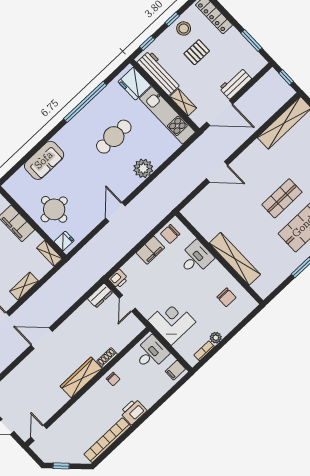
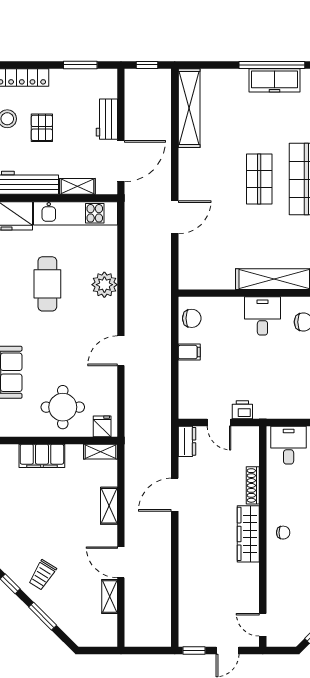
door: (115, 212) -> (121, 351), hinge flipped
chair: (170, 234) -> (192, 318), turned -90
filing cabinet: (150, 250) -> (189, 352), width x0.50
desk: (196, 258) -> (262, 316), moved
printer: (118, 279) -> (242, 410), moved, turned -90
corner desk: (172, 321) -> (277, 396), removed
door: (42, 338) -> (175, 495), moved
shoe rack: (107, 358) -> (253, 485), width x1.43
chair: (113, 379) -> (283, 533), moved

